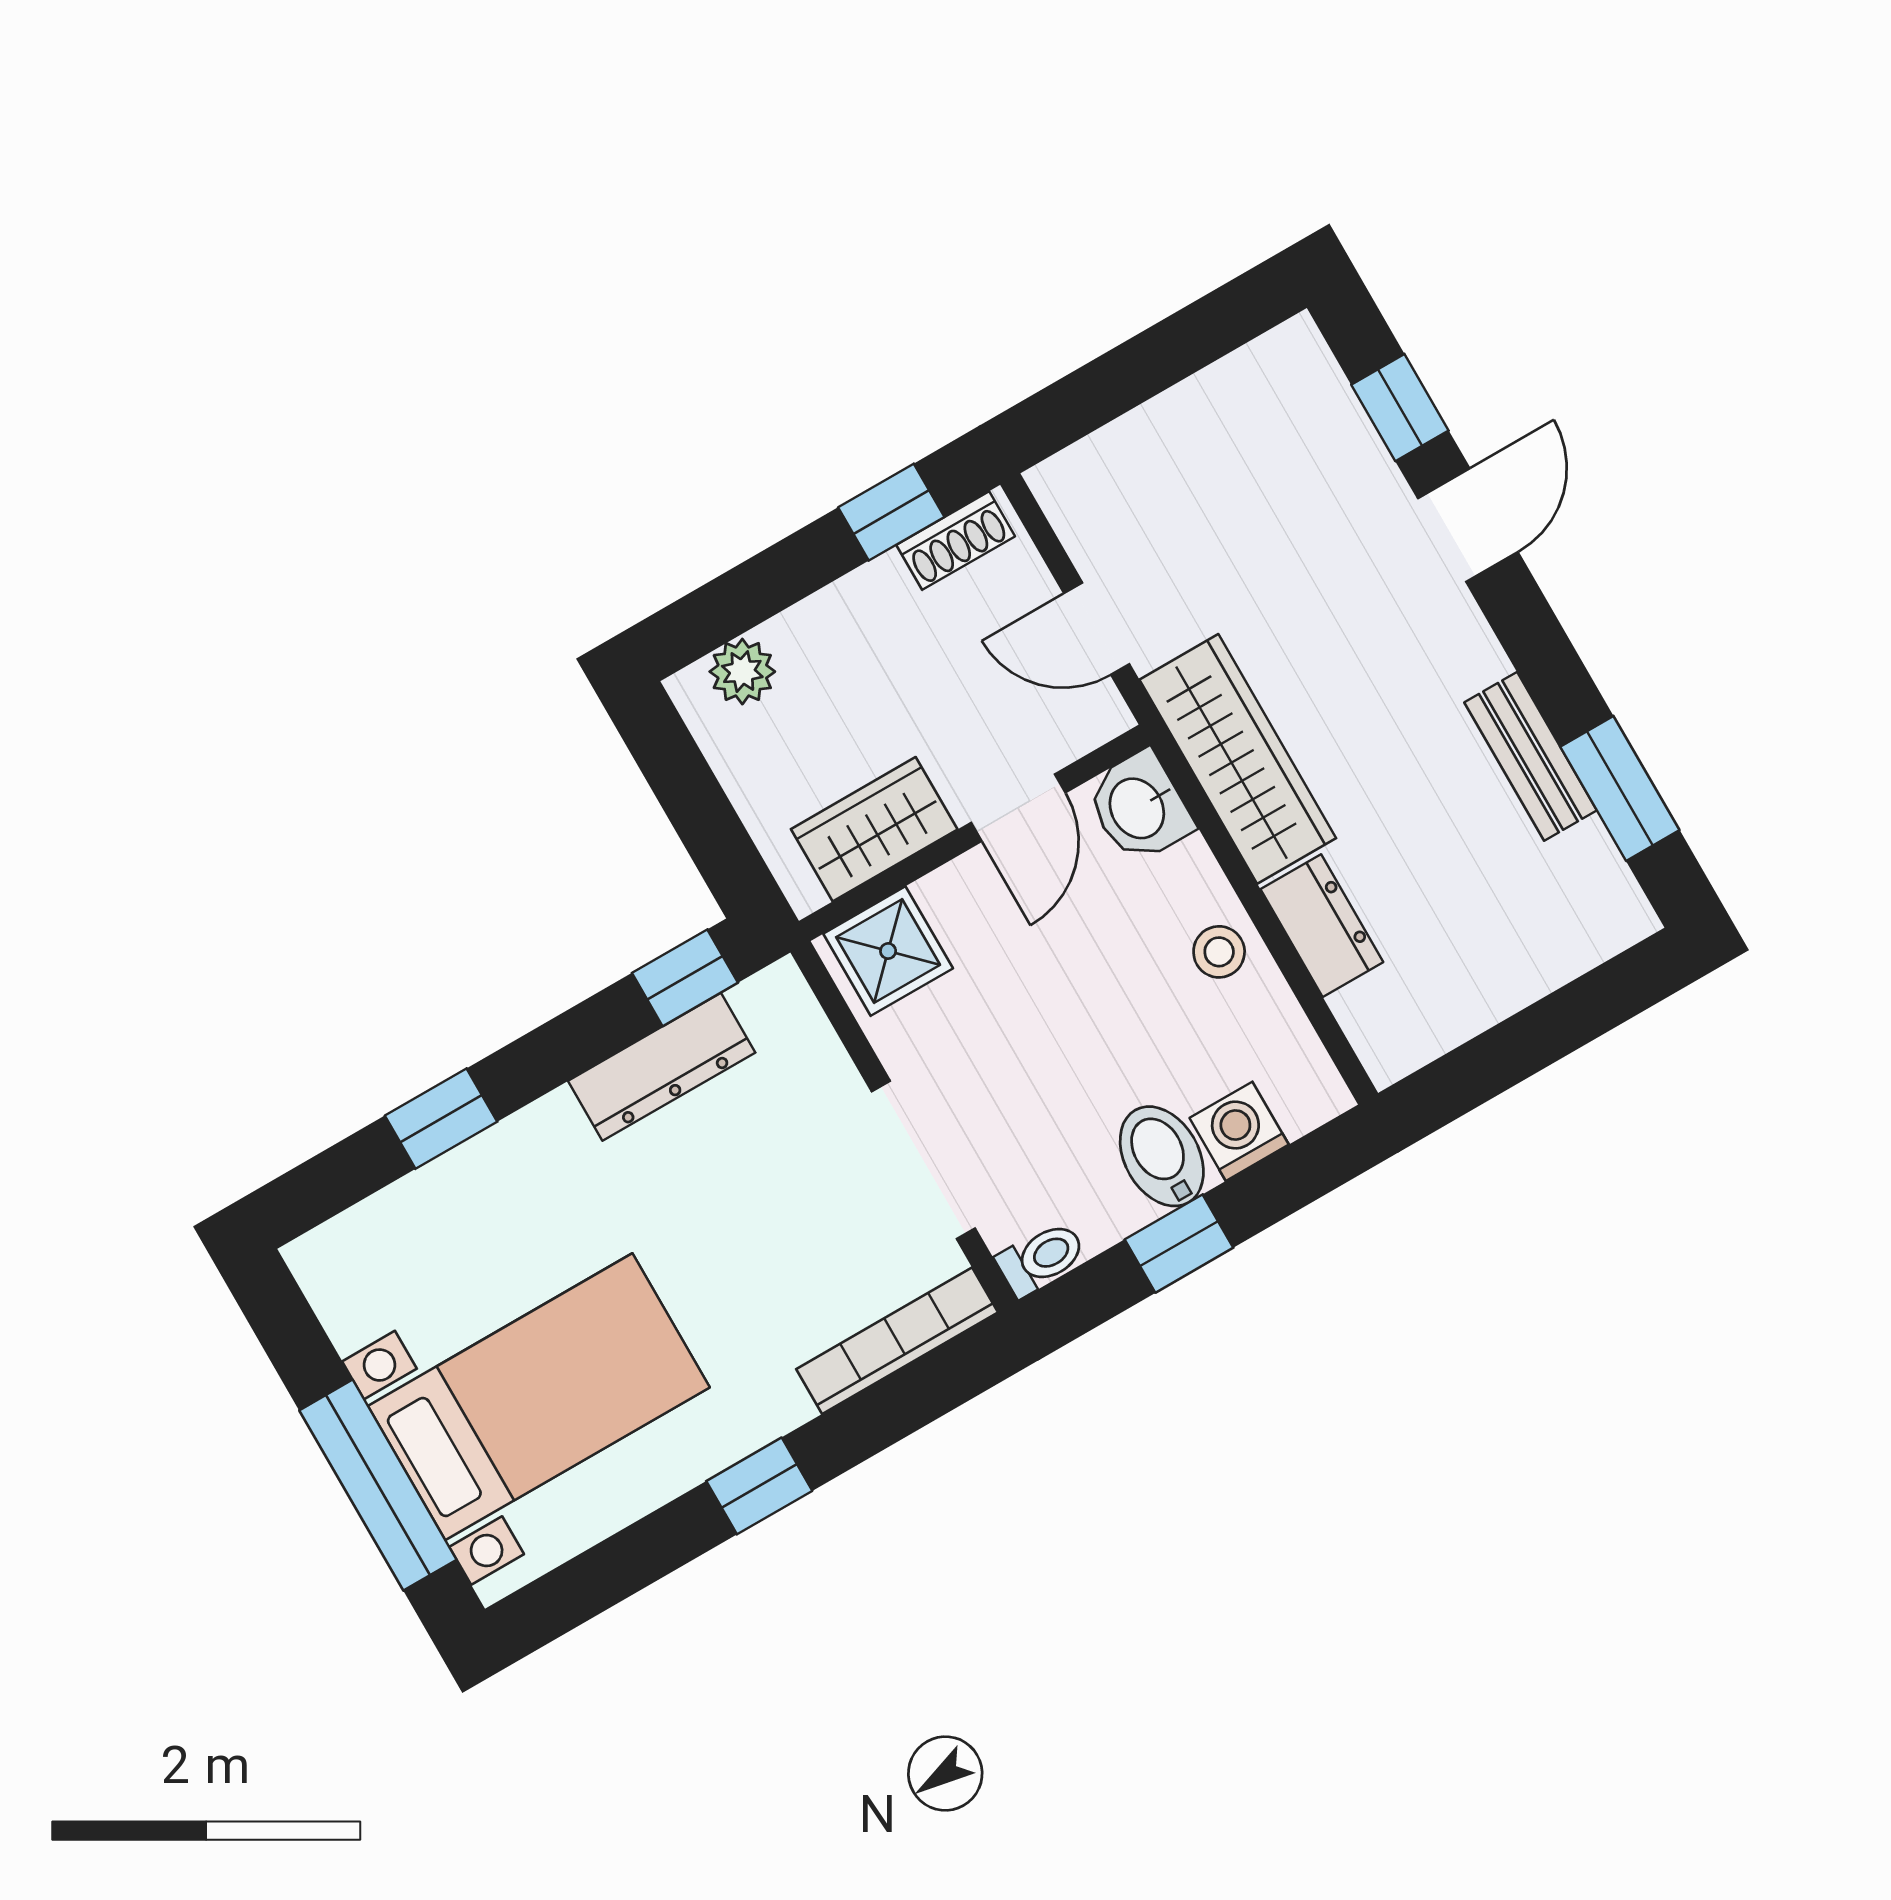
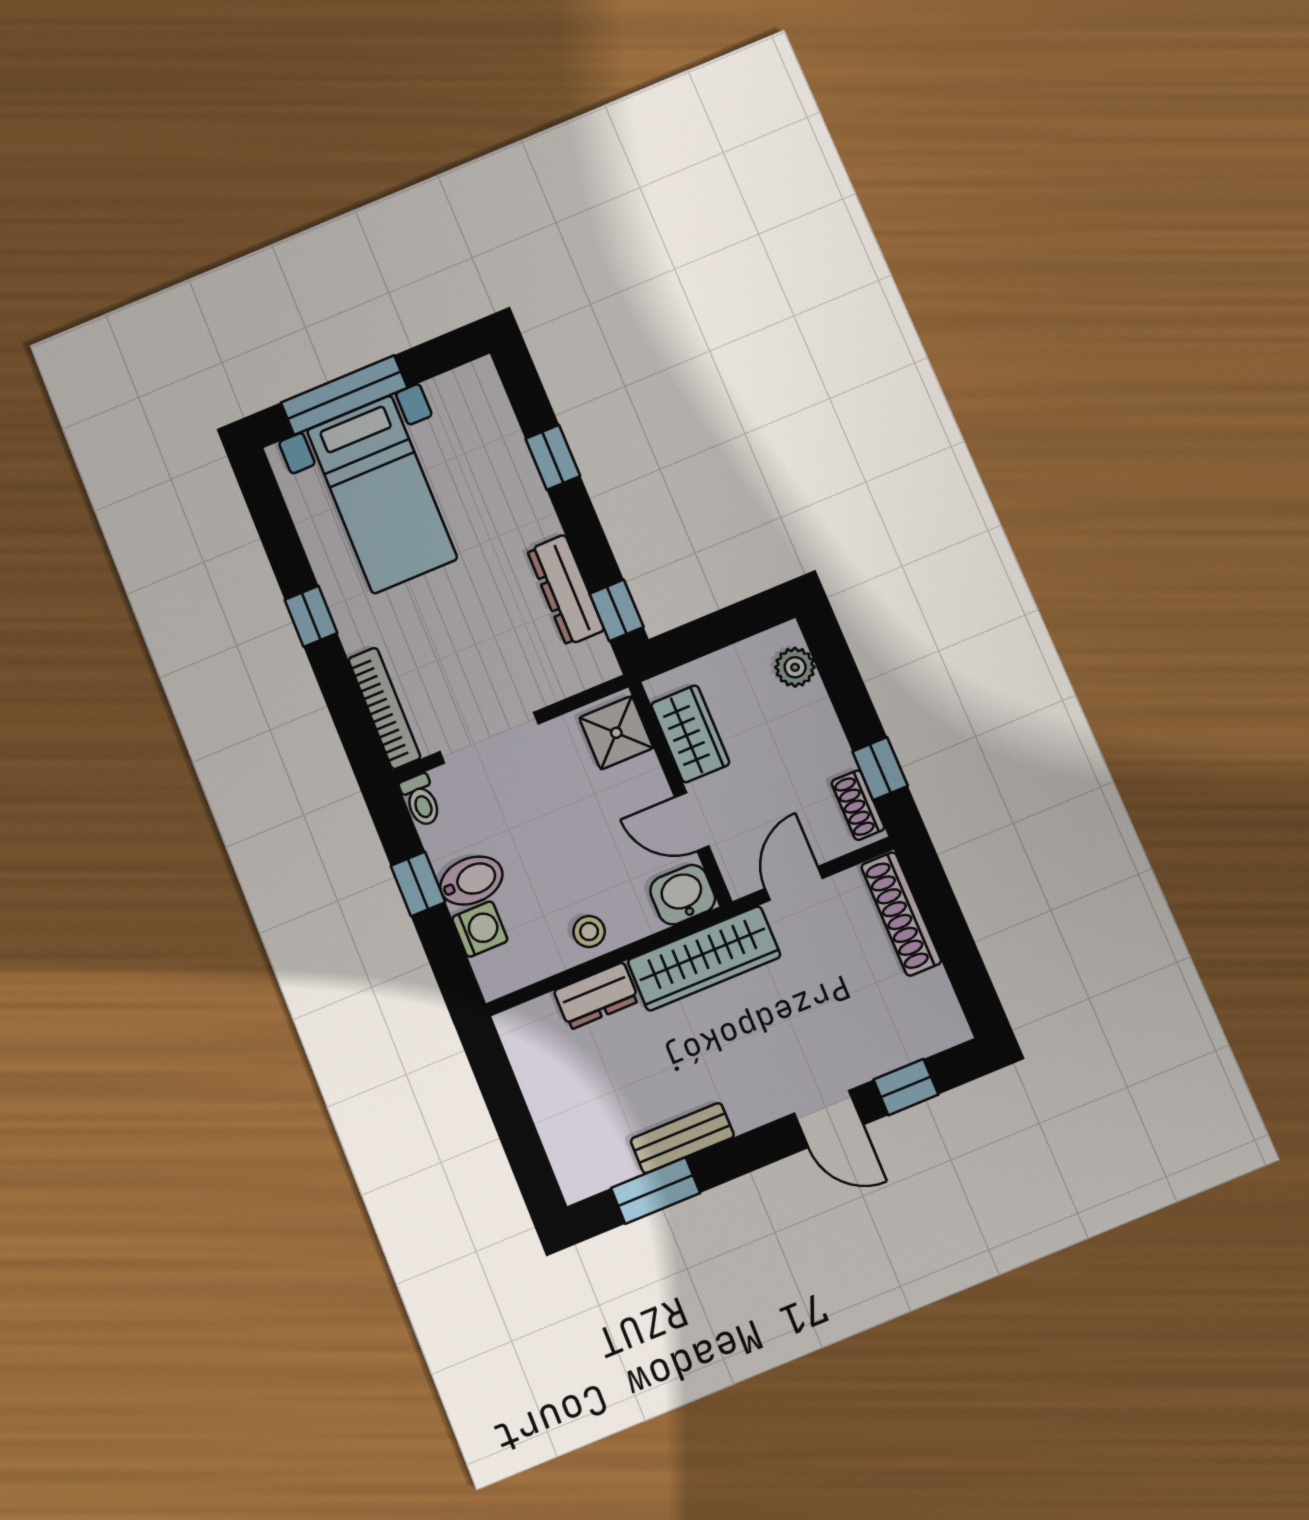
shoe rack: (1123, 449) -> (901, 914), added

